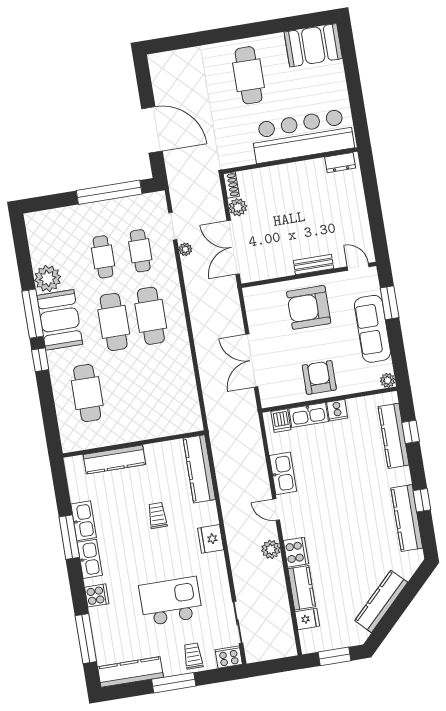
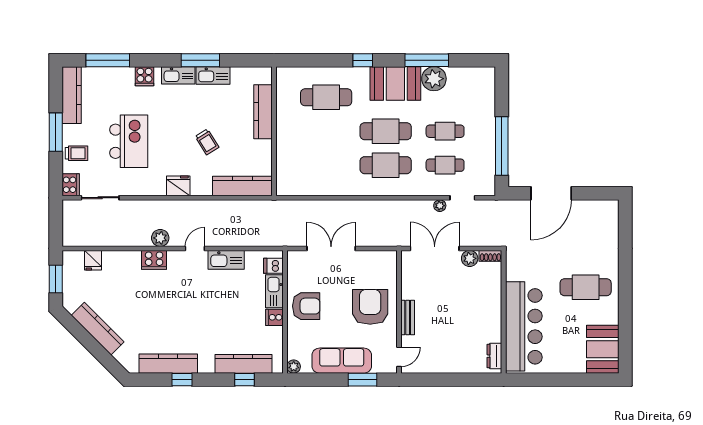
window: (33, 314) -> (427, 60), moved
trolley: (157, 515) -> (207, 142), turned 58
kitchen counter: (302, 588) -> (122, 260), removed

